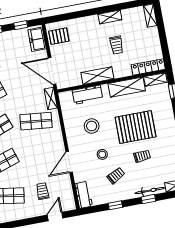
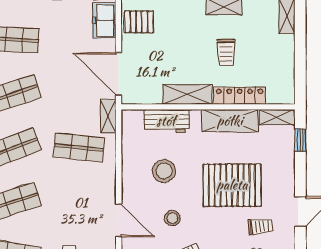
locker: (148, 67) -> (240, 96), moved
trolley: (142, 156) -> (260, 226), moved
door: (69, 162) -> (119, 220), swing flipped

